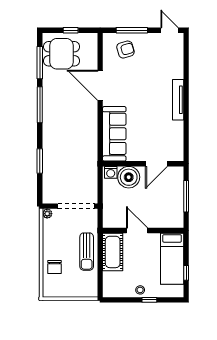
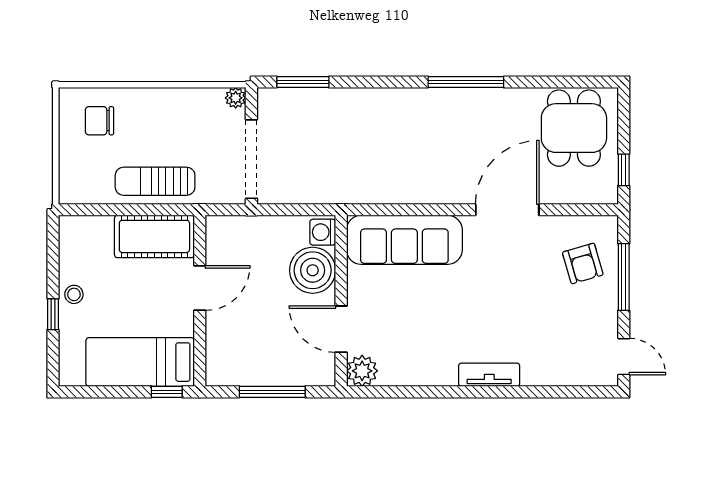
window: (71, 30) -> (624, 170), moved
door: (169, 30) -> (624, 357), hinge flipped
window: (40, 63) -> (555, 82), removed
tv unit: (178, 100) -> (489, 375), width x0.71
plant: (176, 154) -> (362, 371), added
window: (40, 161) -> (303, 82), moved
chair: (55, 267) -> (99, 121), moved
window: (186, 273) -> (167, 392), moved

